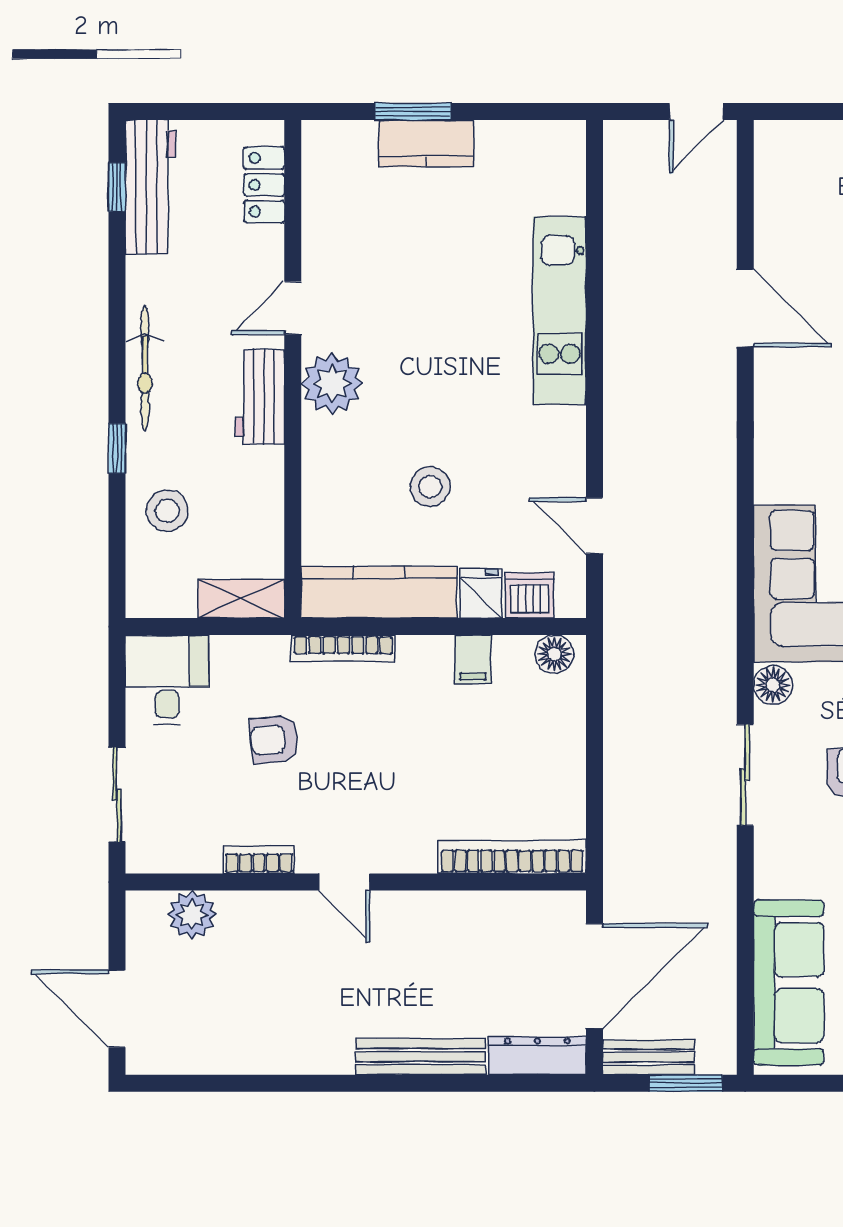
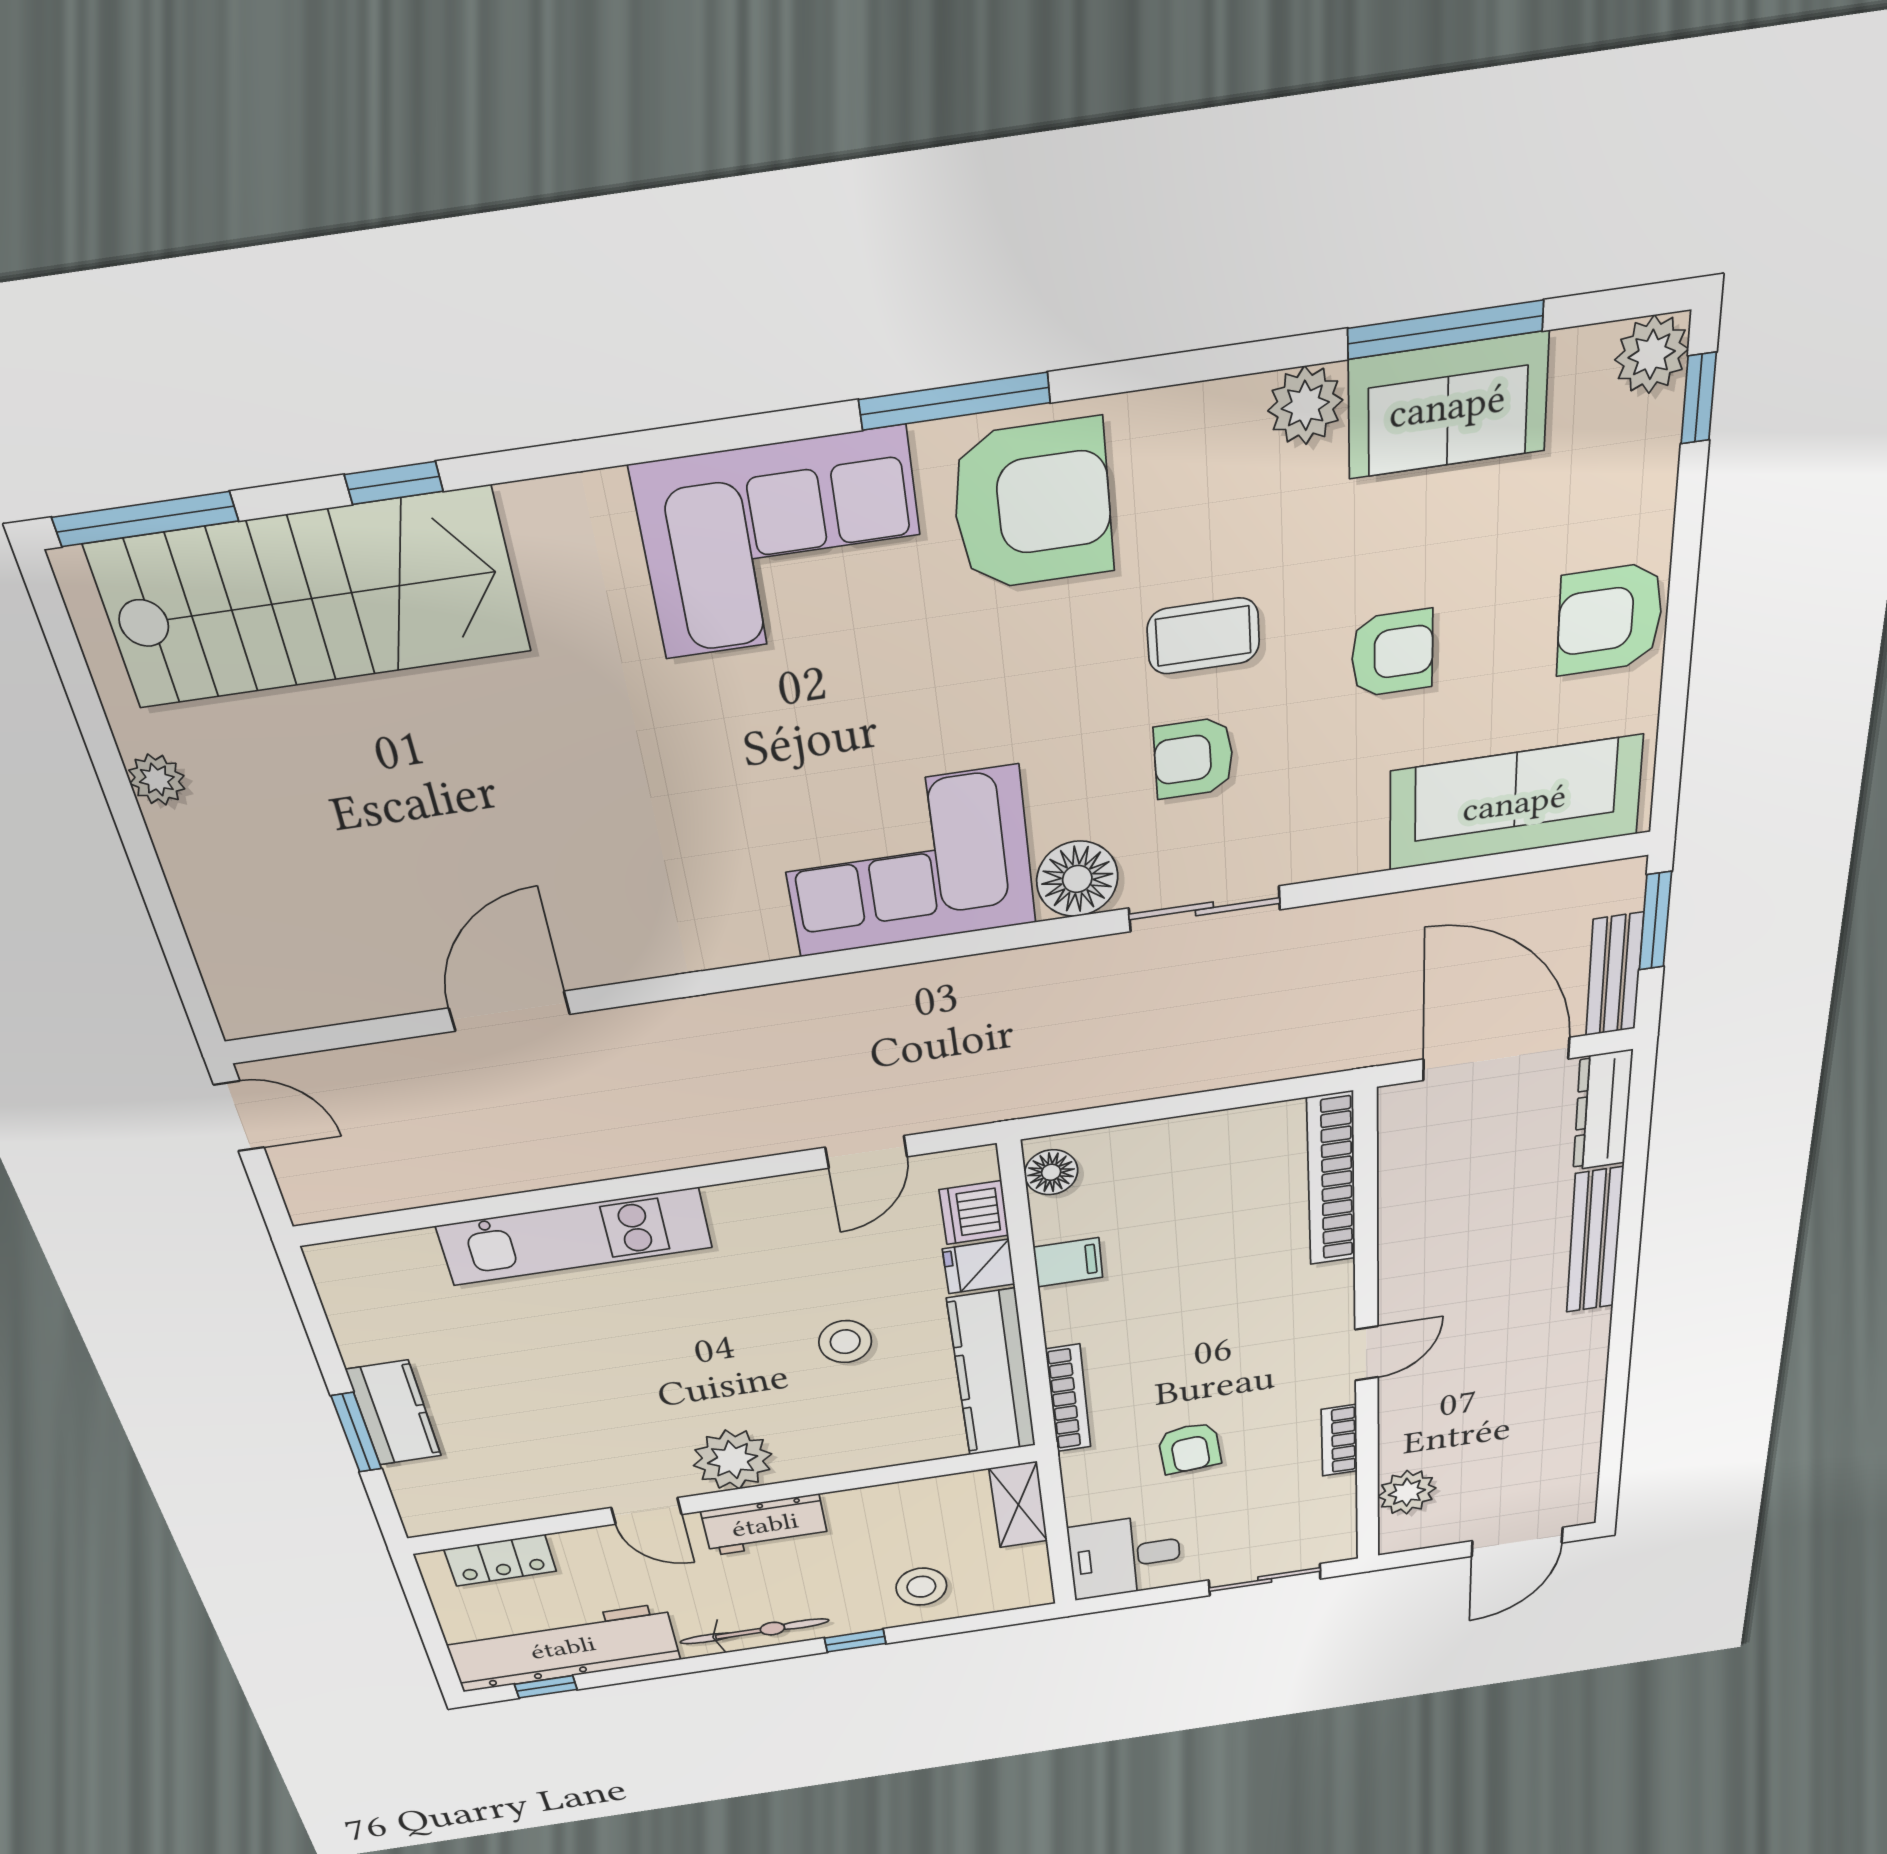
workbench: (151, 187) -> (563, 1648), width x1.36, depth x1.32
floor lamp: (773, 685) -> (1077, 879), width x1.38, depth x1.38

